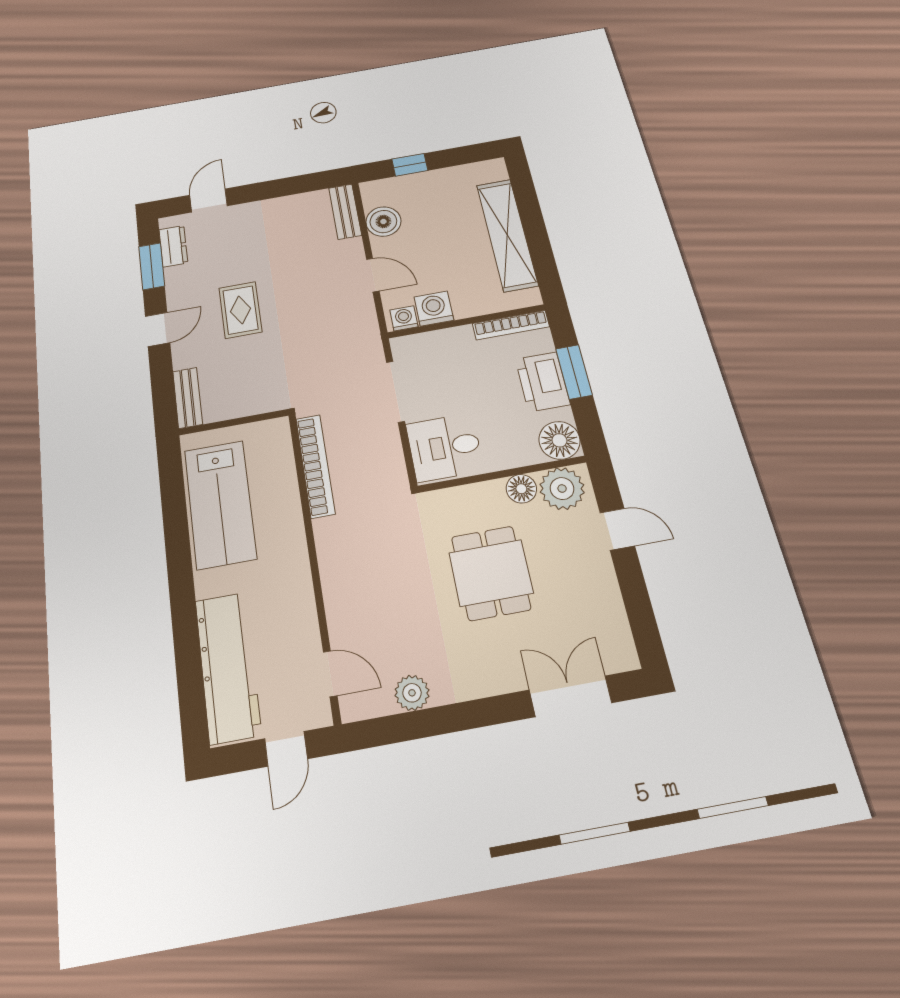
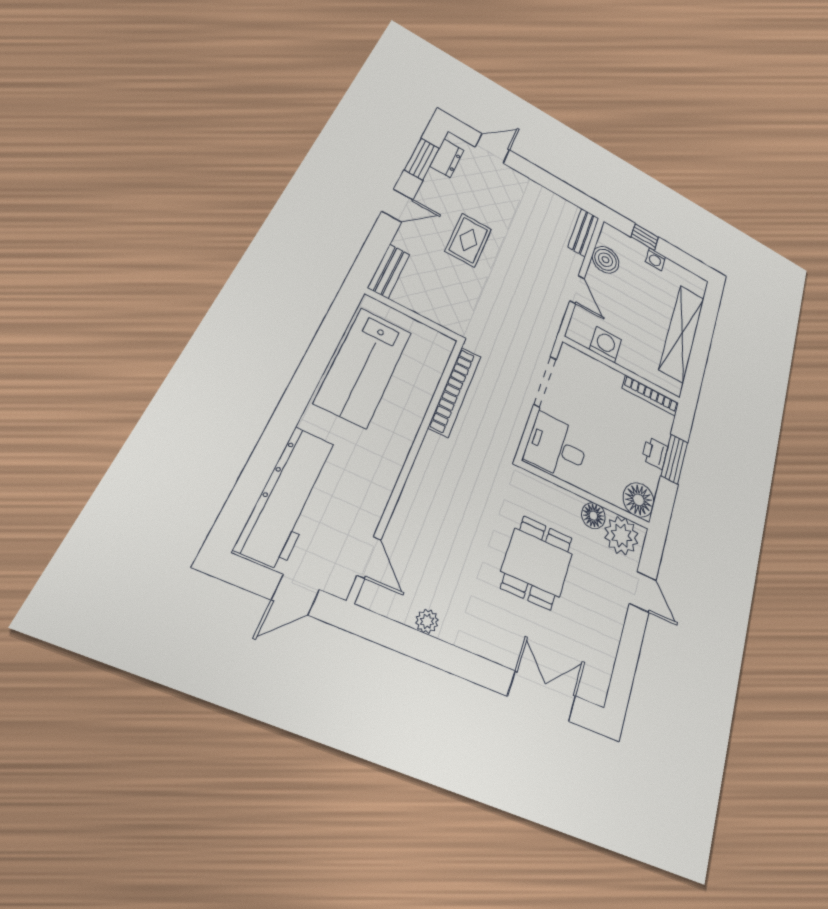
washing machine: (404, 318) -> (655, 259), moved, turned 180
printer: (543, 382) -> (655, 453), width x0.53, depth x0.68
plant: (412, 693) -> (427, 621), width x0.73, depth x0.73

